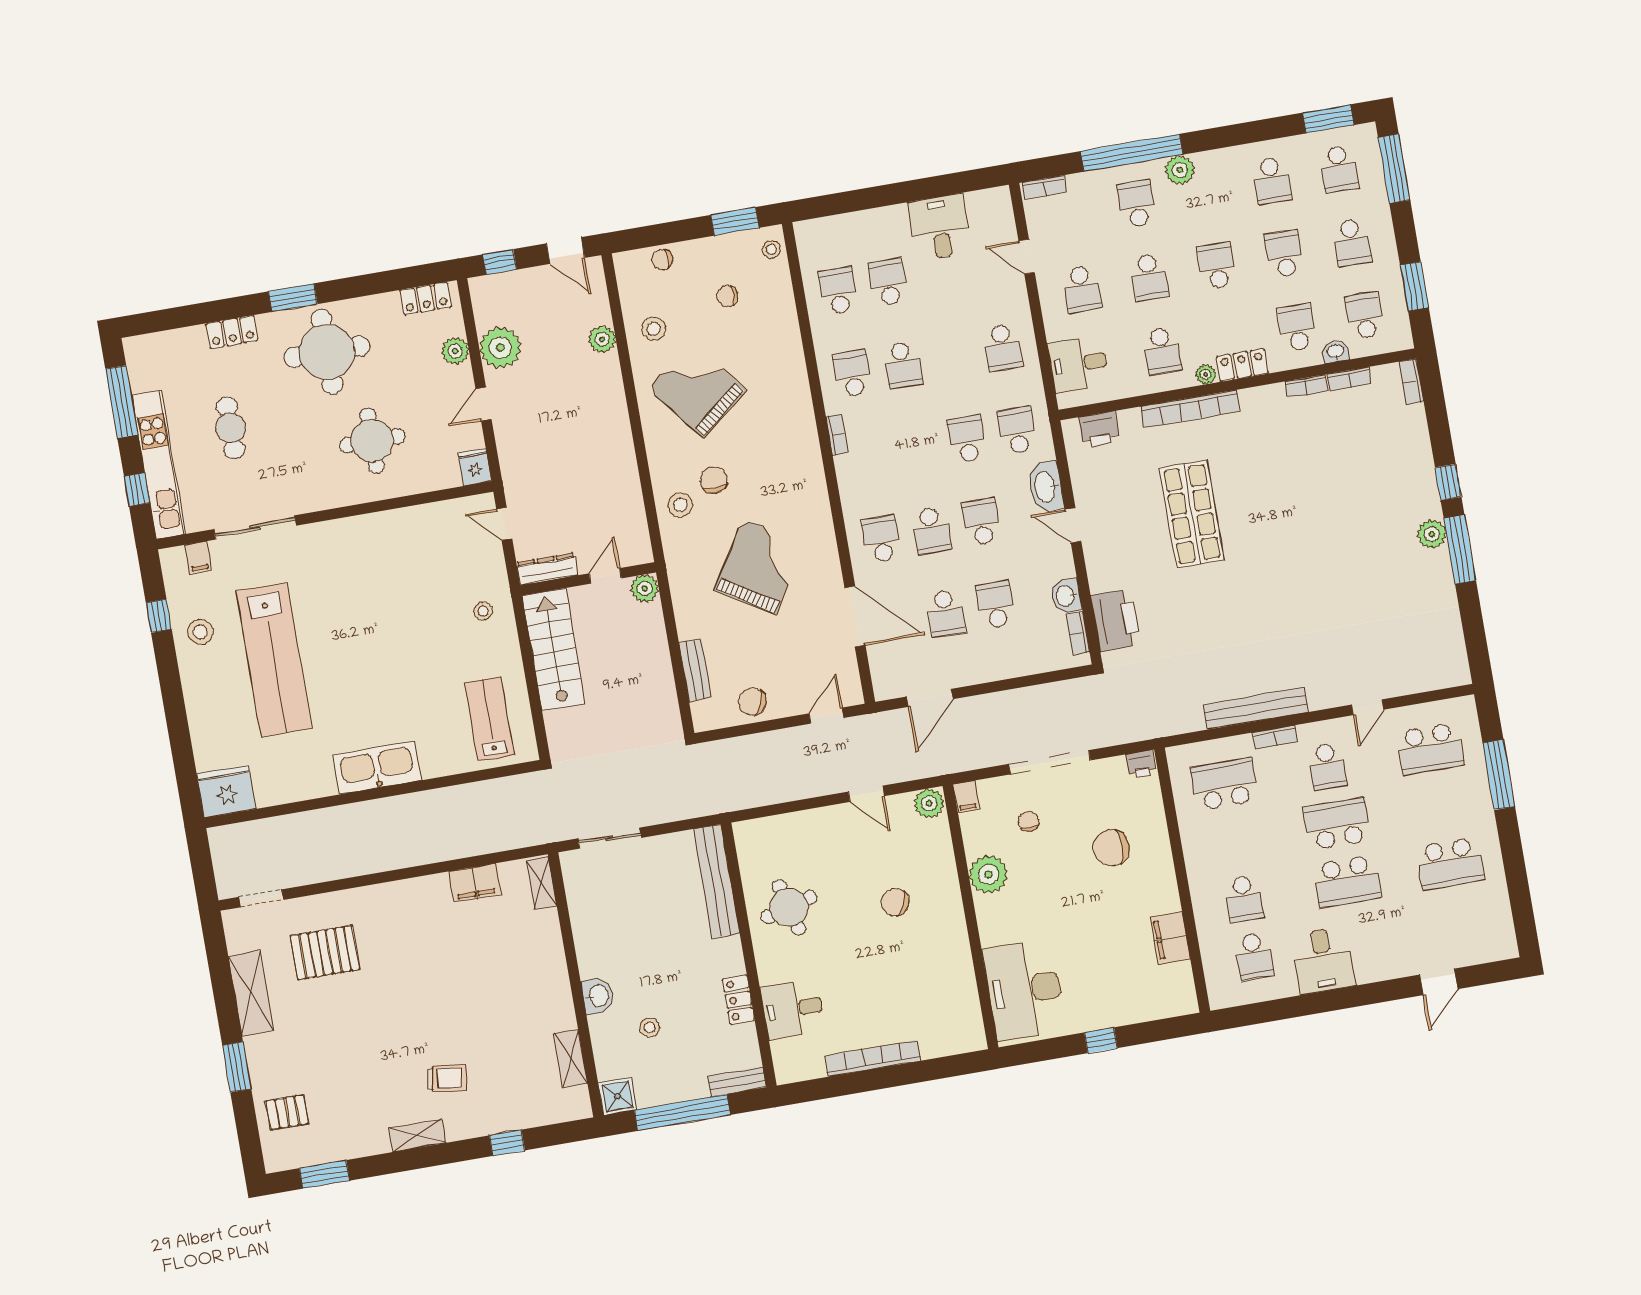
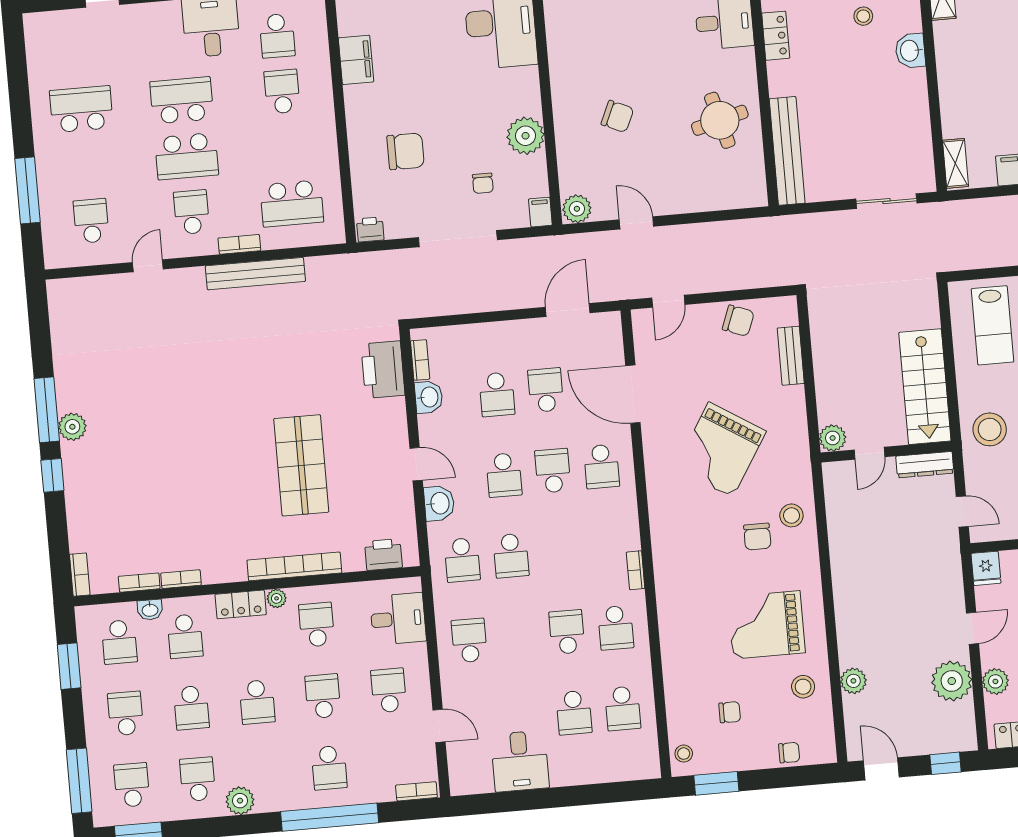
plant: (1180, 170) -> (240, 801), moved
grand piano: (697, 390) -> (766, 625), turned 129
washbasin: (1046, 487) -> (439, 503), width x0.72
stool: (483, 611) -> (990, 429), width x1.89, depth x1.89
school desk: (1430, 749) -> (91, 221), width x0.54
school desk: (1254, 956) -> (277, 36), turned 180

